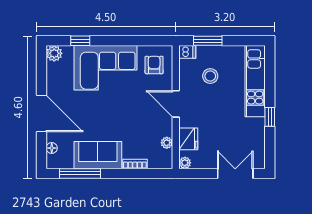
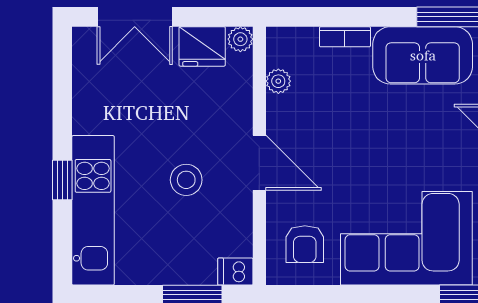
stool: (210, 76) -> (186, 180), moved
window: (270, 117) -> (62, 180), moved
fridge: (188, 139) -> (202, 46), moved, turned -90

